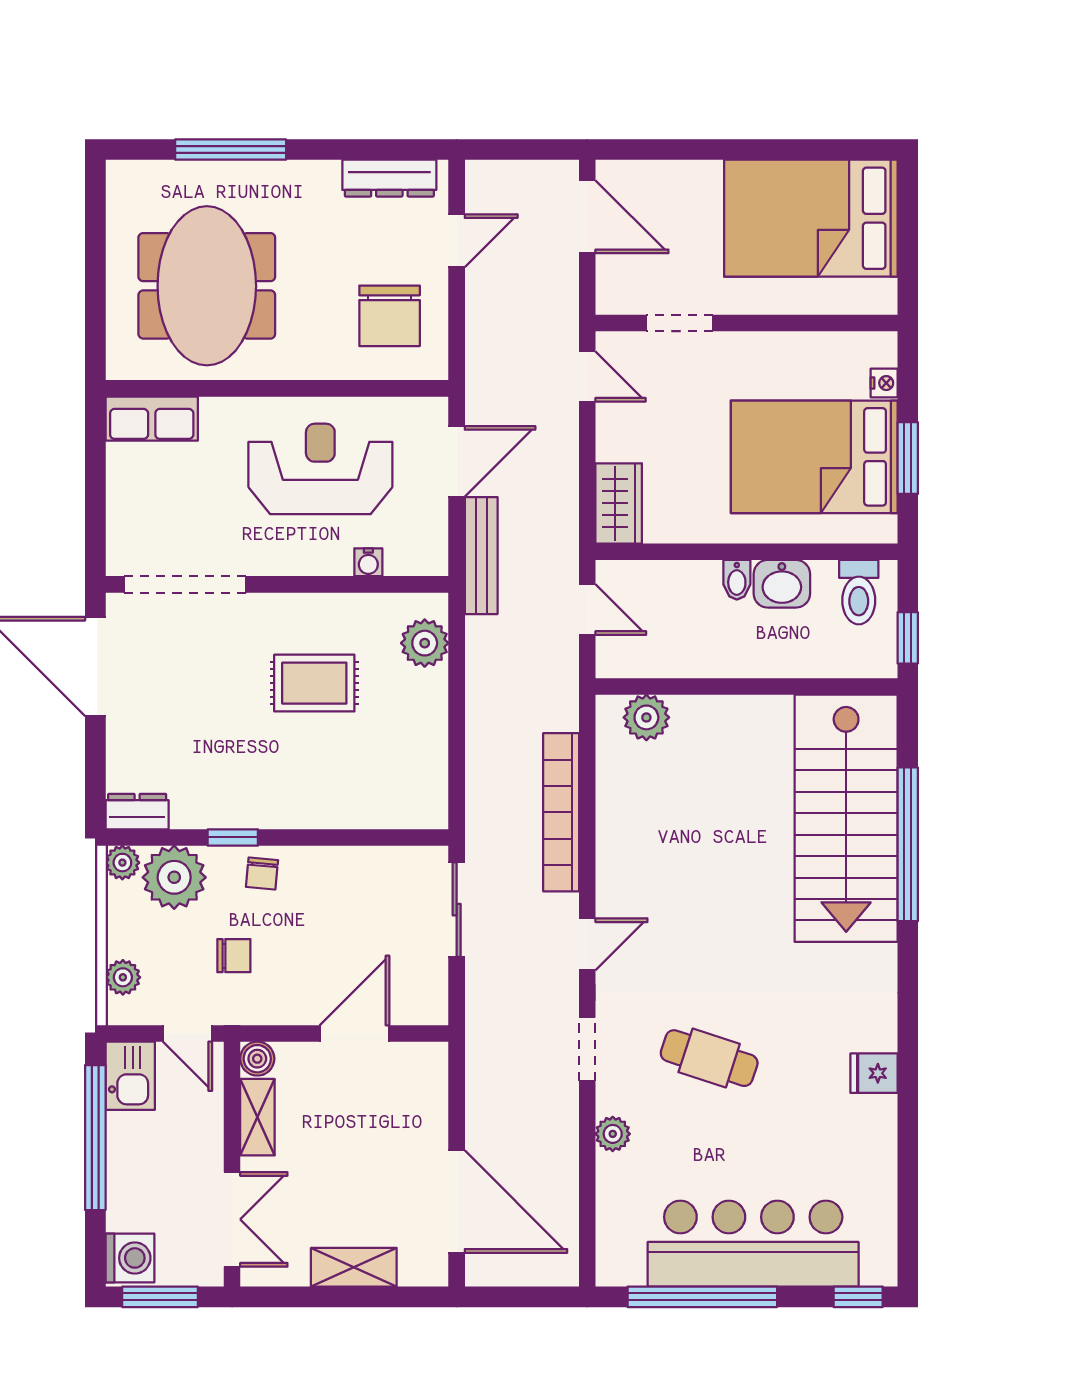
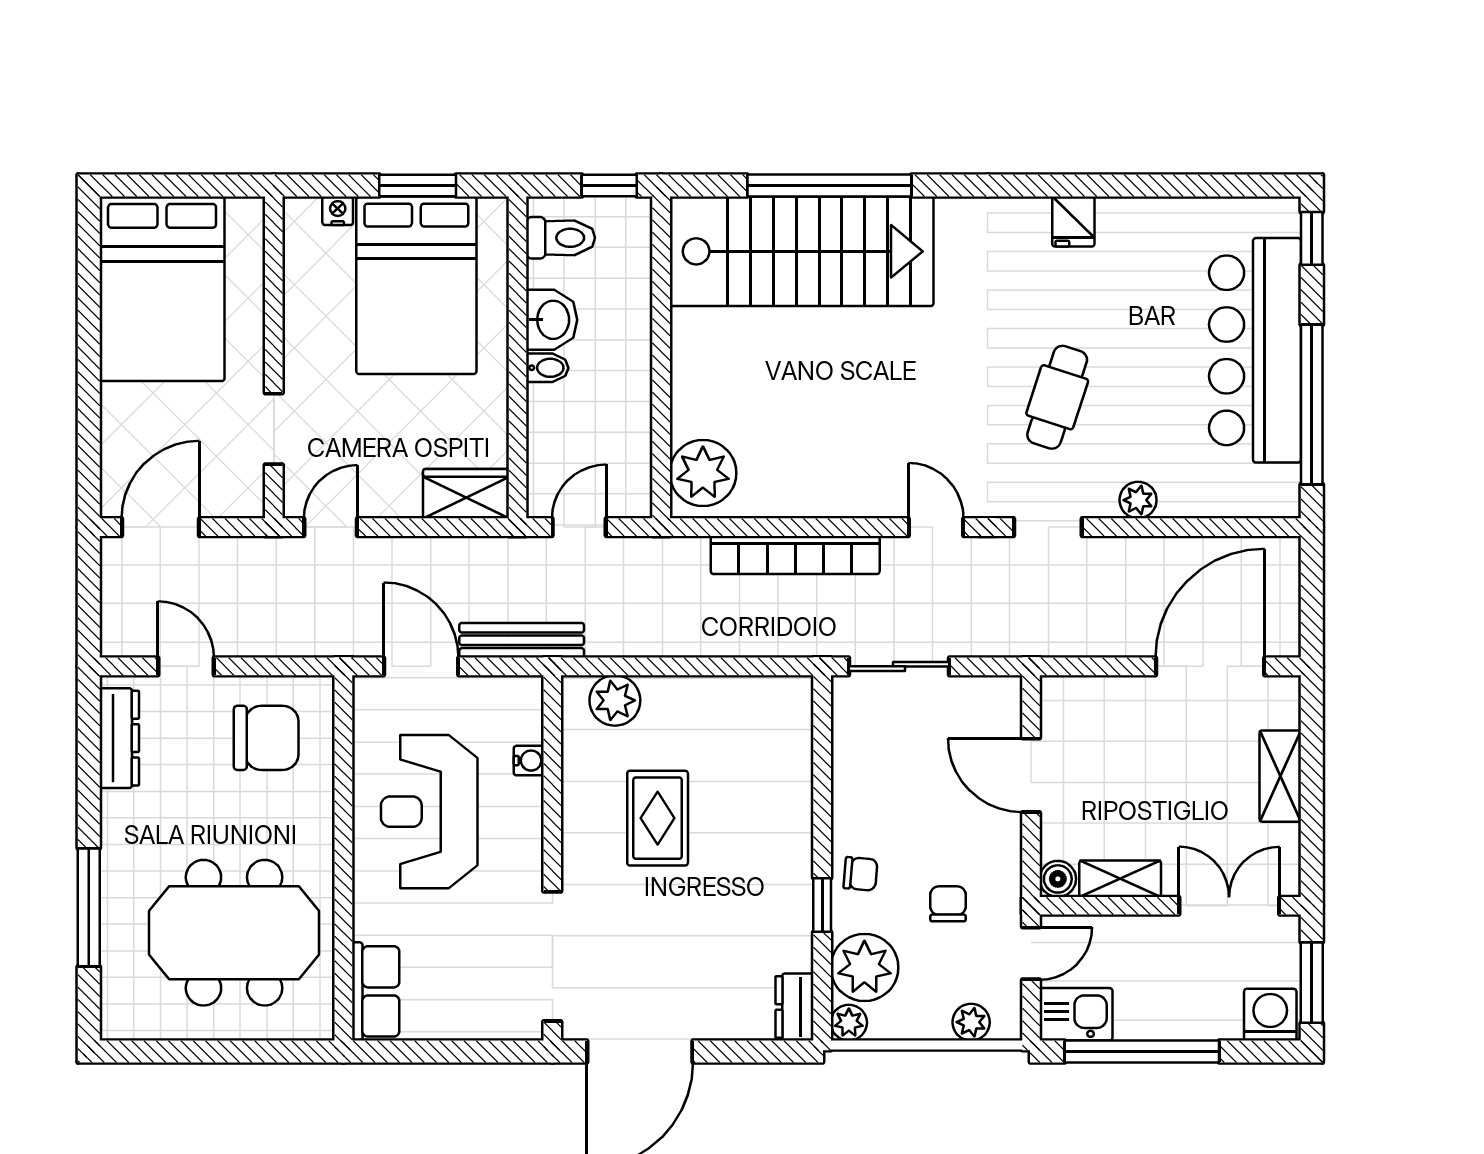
plant: (646, 717) -> (703, 473), width x1.36, depth x1.36

